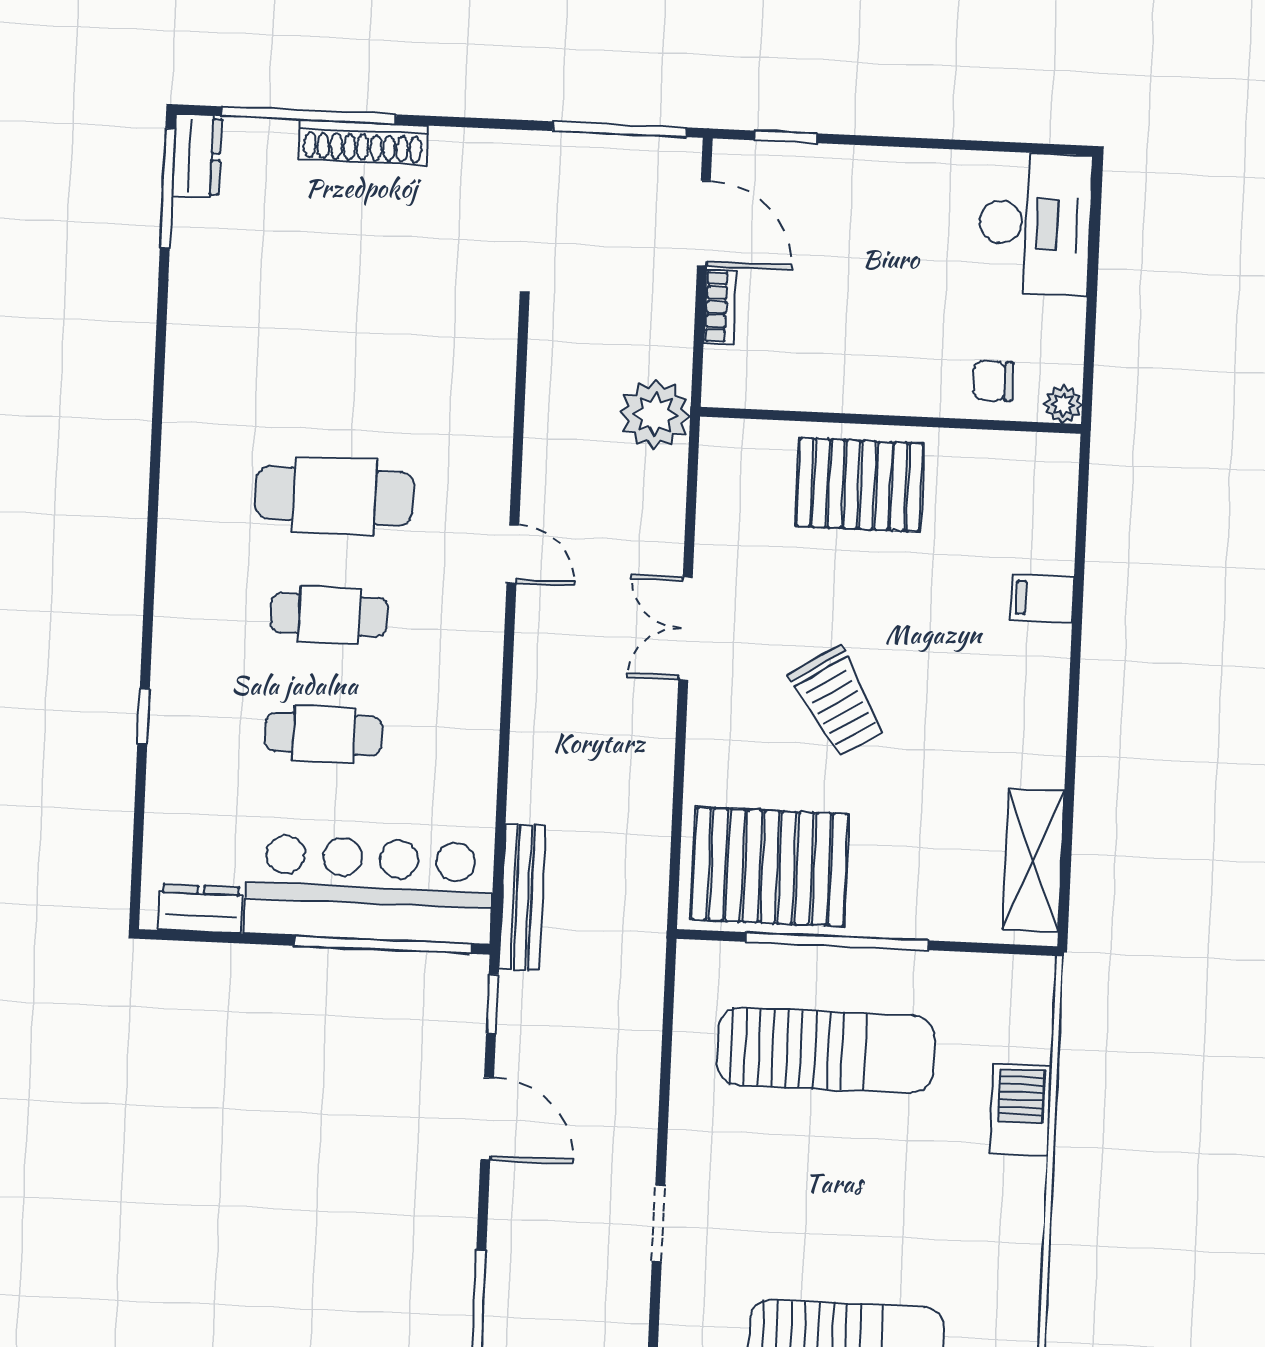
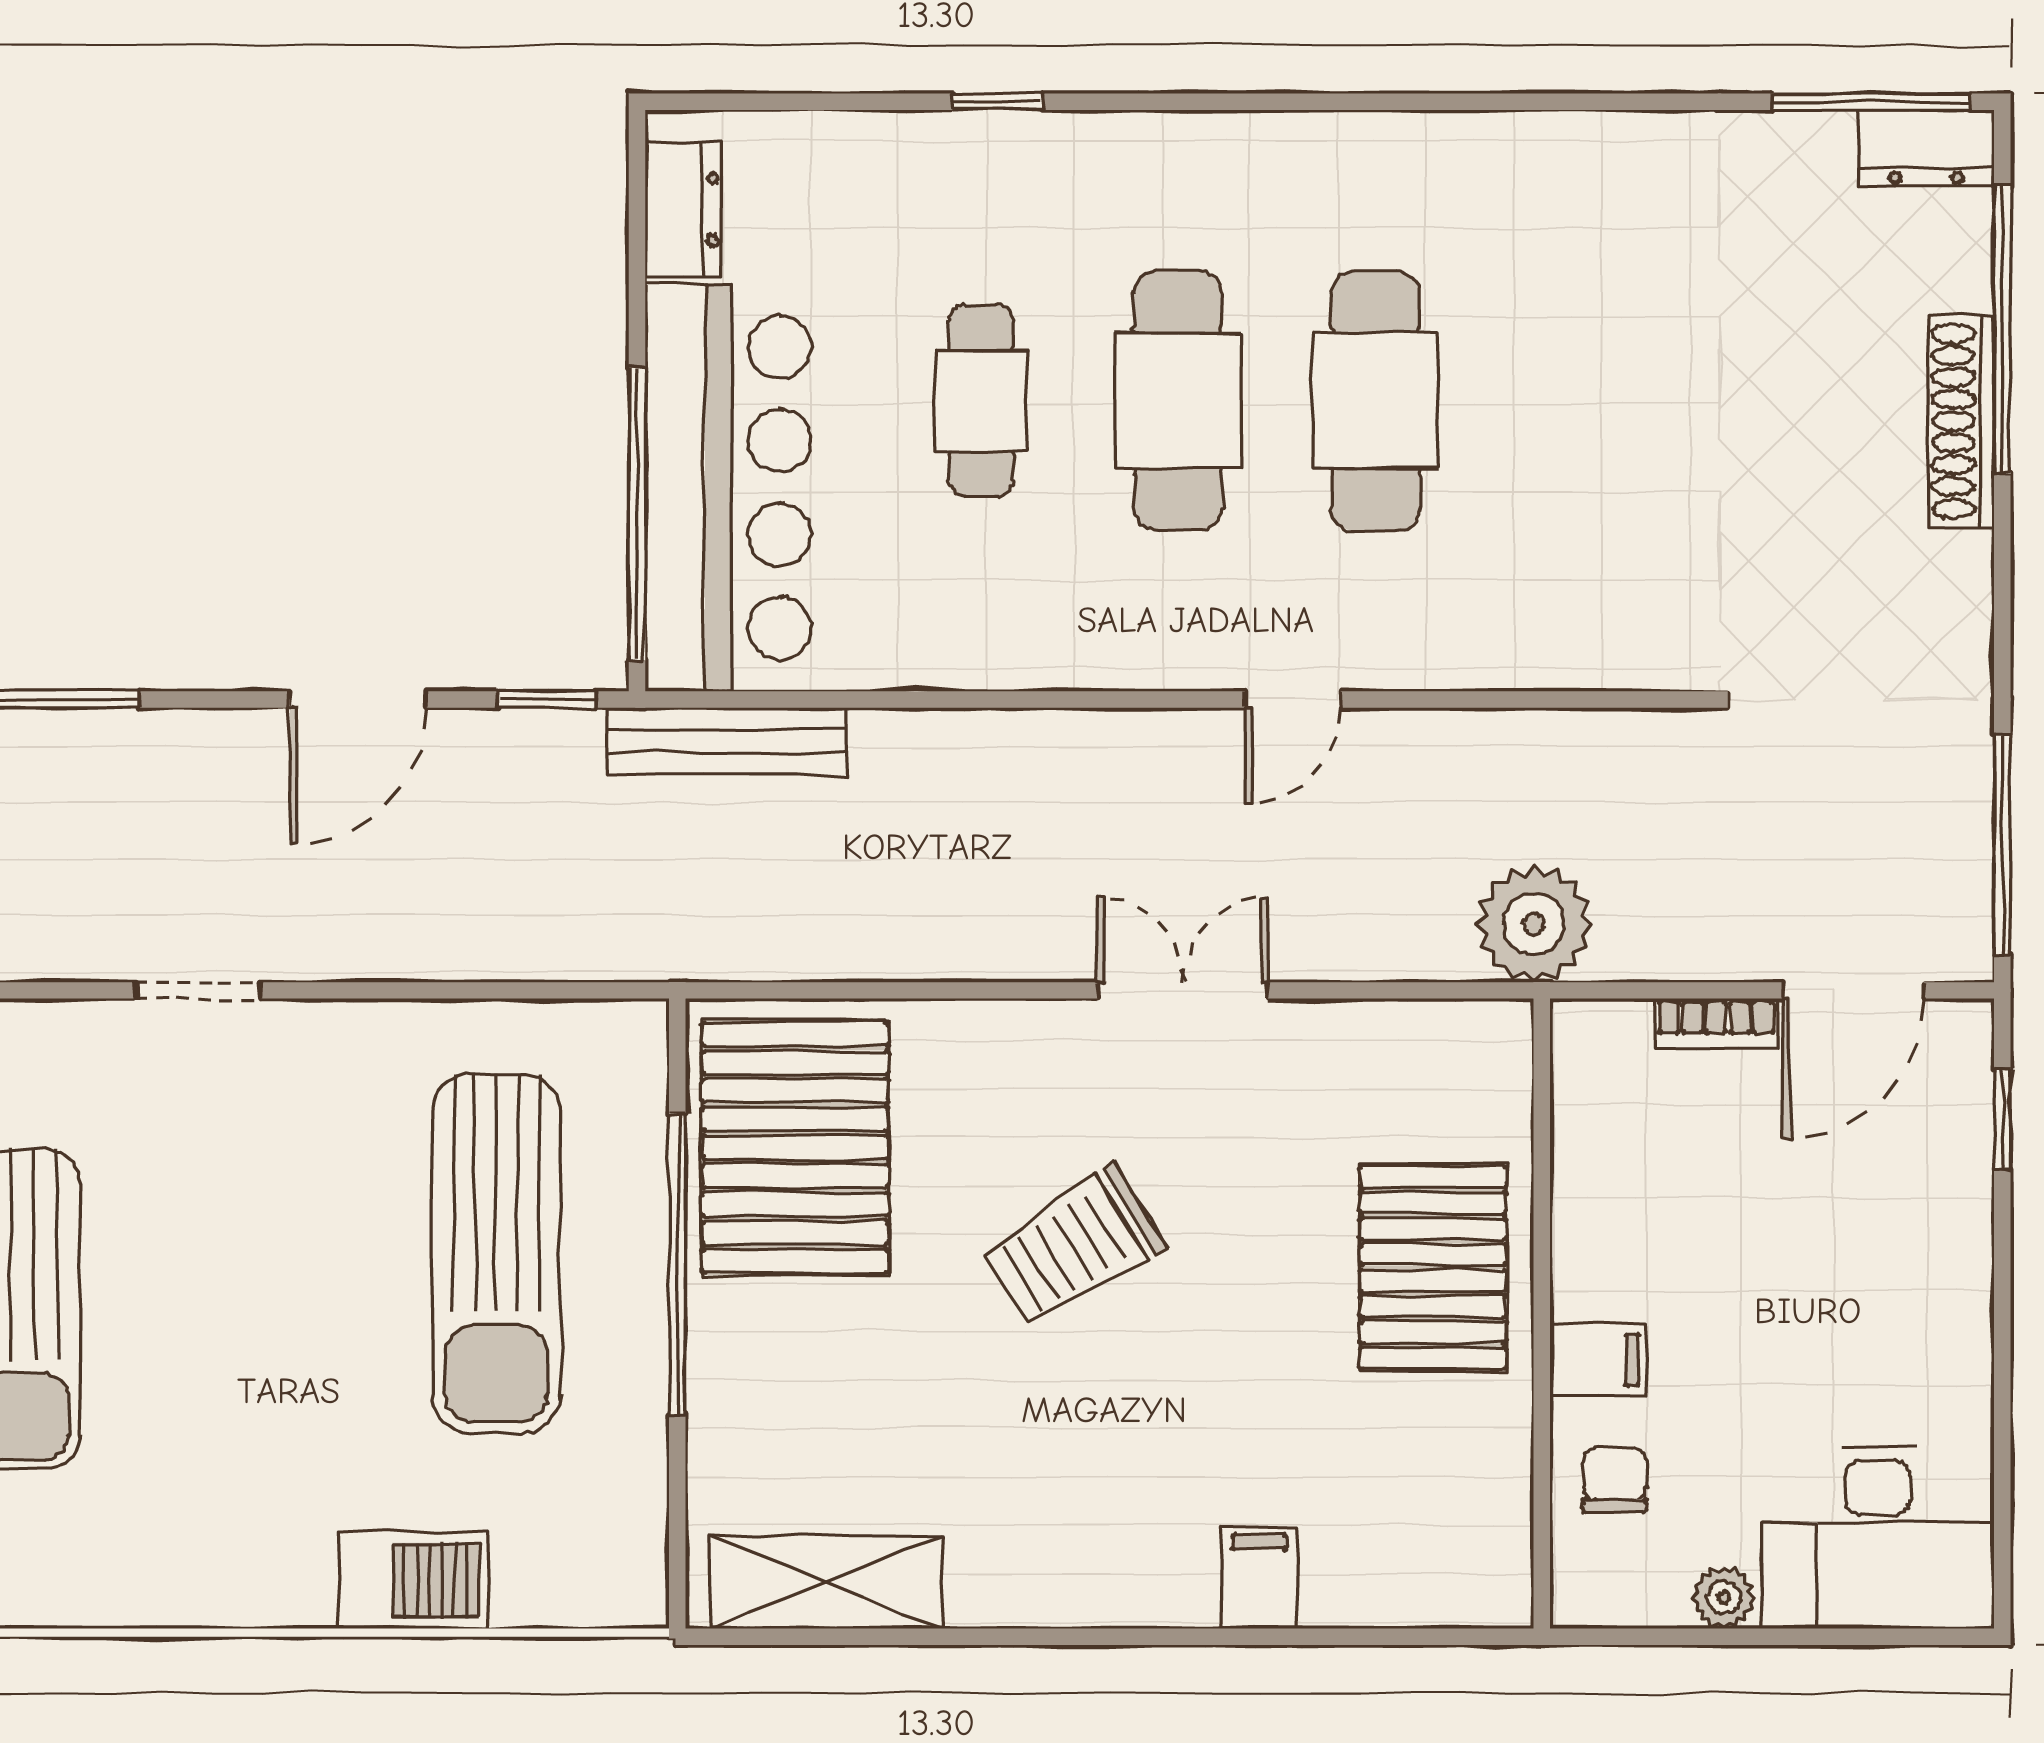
filing cabinet: (920, 388) -> (1598, 1360), added
plant: (1063, 404) -> (1724, 1597), moved
cafe table: (329, 615) -> (1178, 401), width x1.37, depth x1.35

